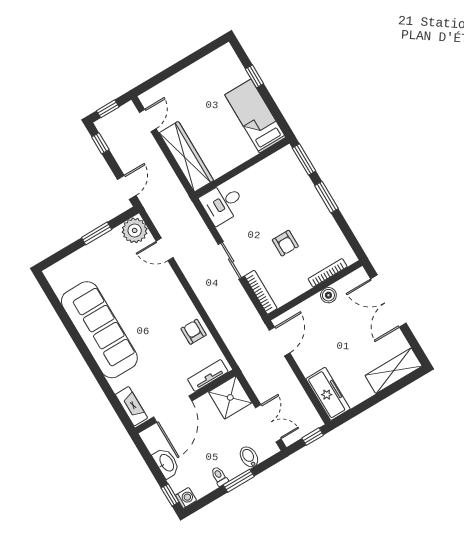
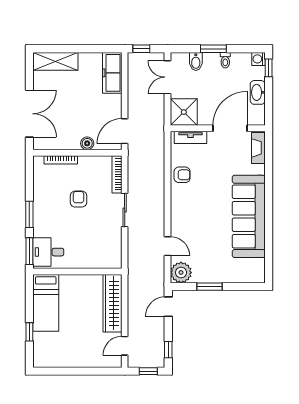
desk: (223, 203) -> (48, 252), moved, turned 180
boiler: (328, 295) -> (87, 143), moved
armchair: (194, 332) -> (182, 175), turned -90

